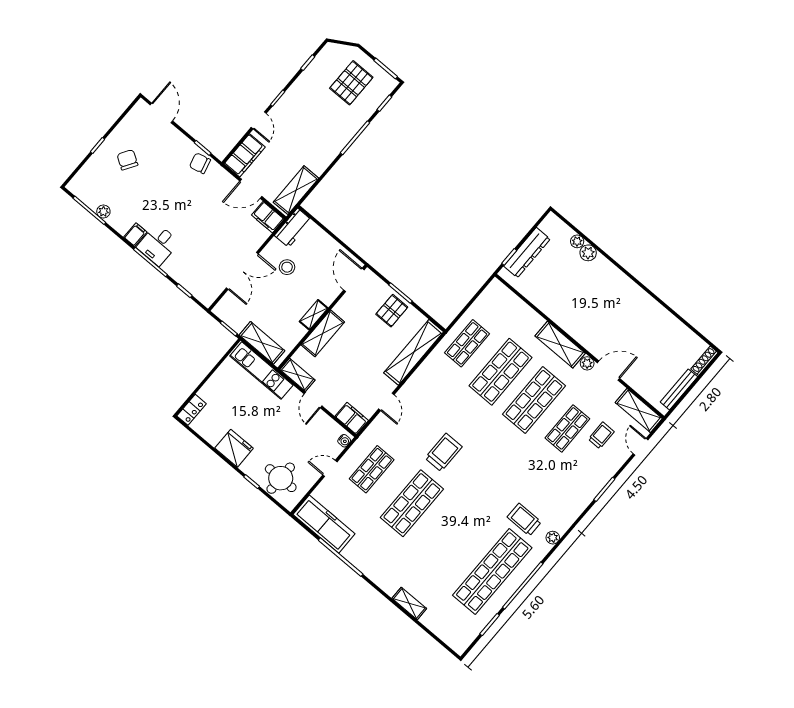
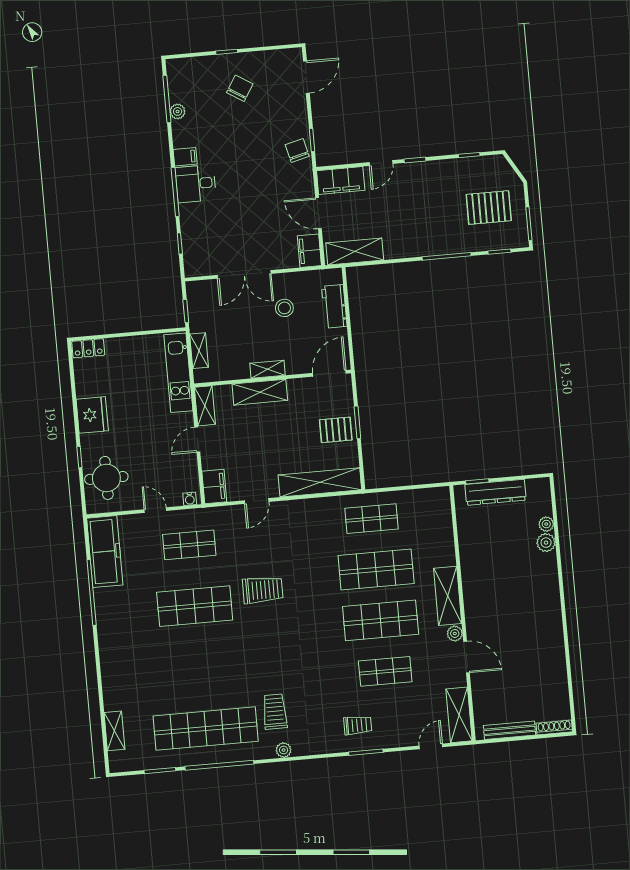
workbench: (293, 228) -> (334, 306), moved, turned 90
shelving: (262, 343) -> (199, 351), width x0.67, depth x0.75
trolley: (601, 435) -> (358, 725), moved
shelving: (409, 603) -> (114, 731), moved

